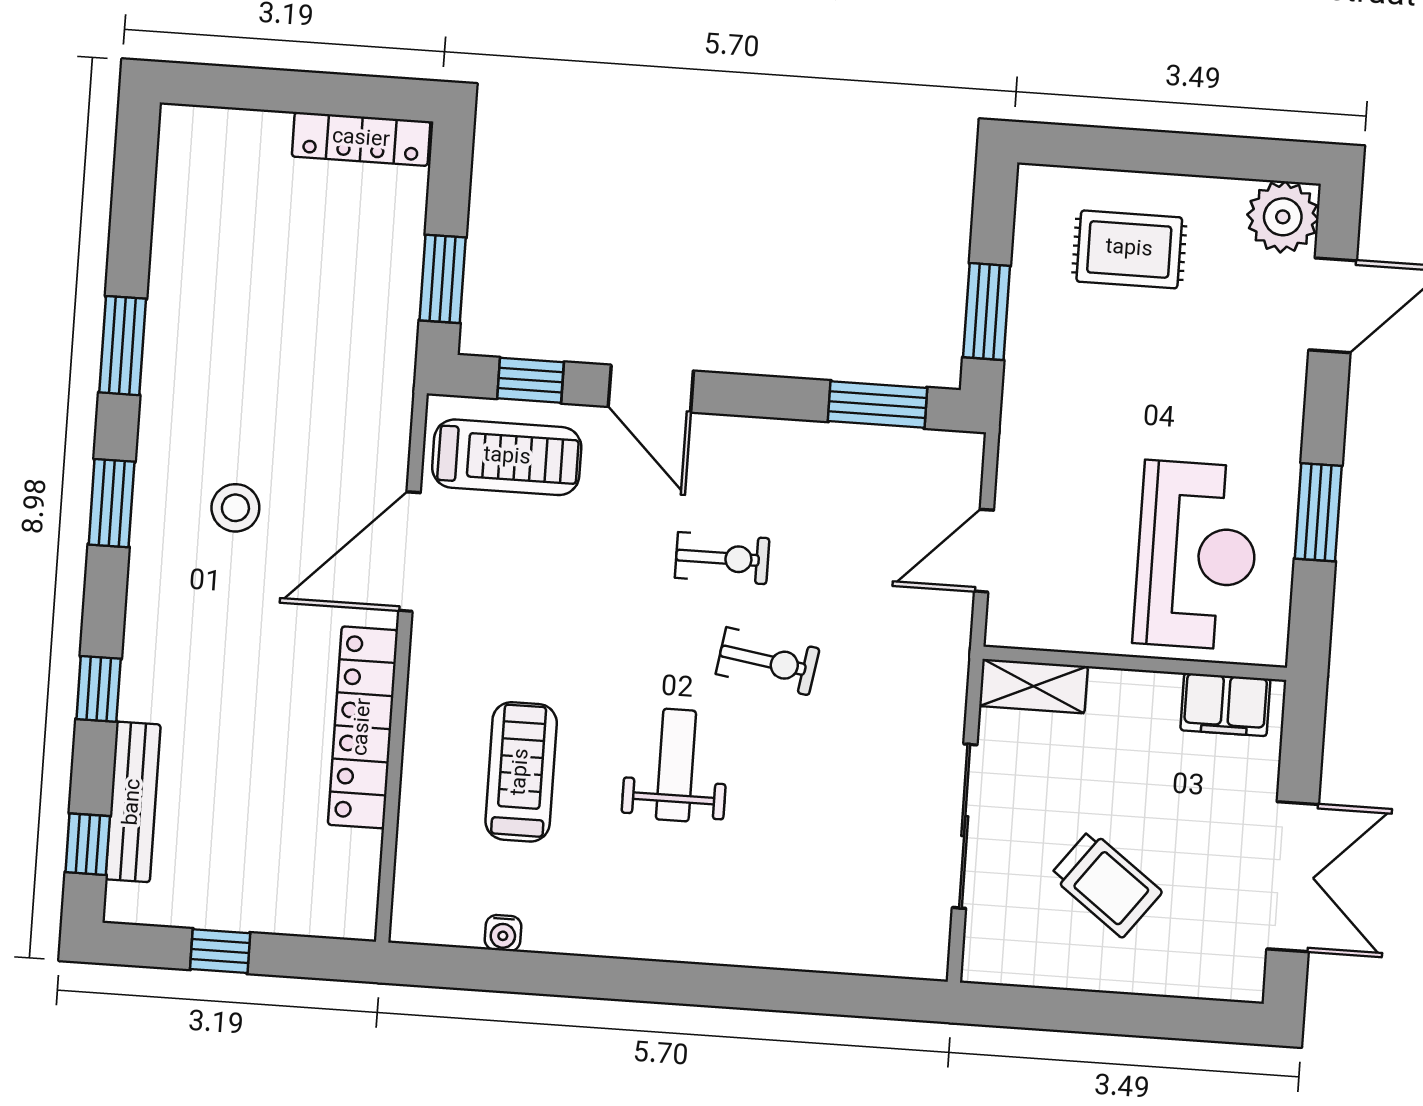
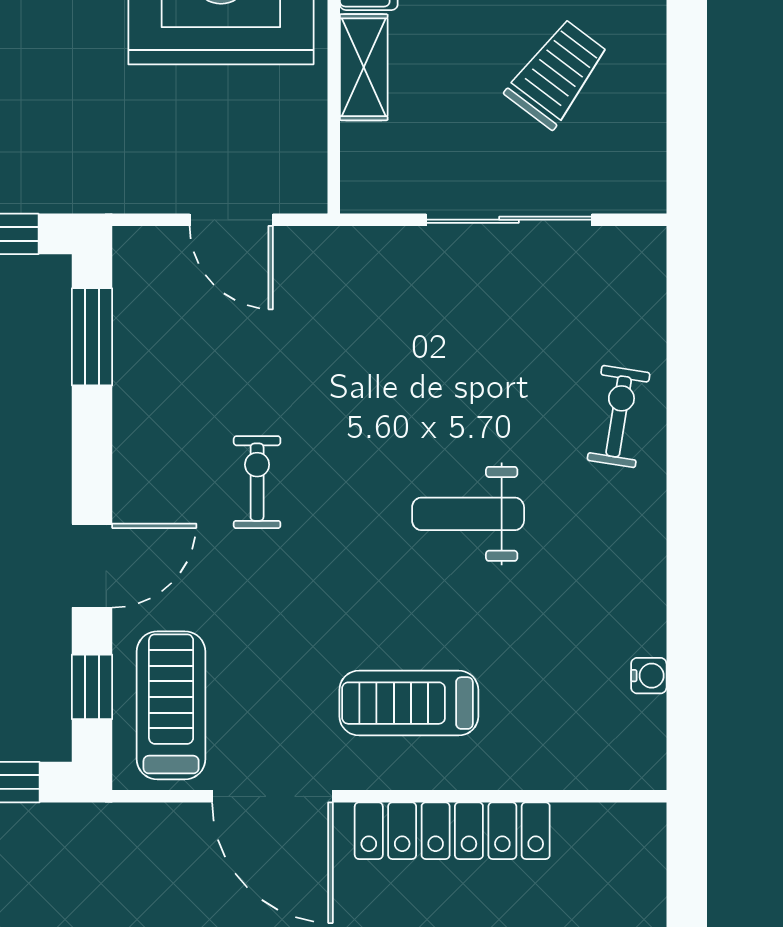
exercise bike: (768, 661) -> (619, 416), moved
shelving: (1033, 686) -> (364, 67), moved
treadmill: (521, 772) -> (409, 703), moved

